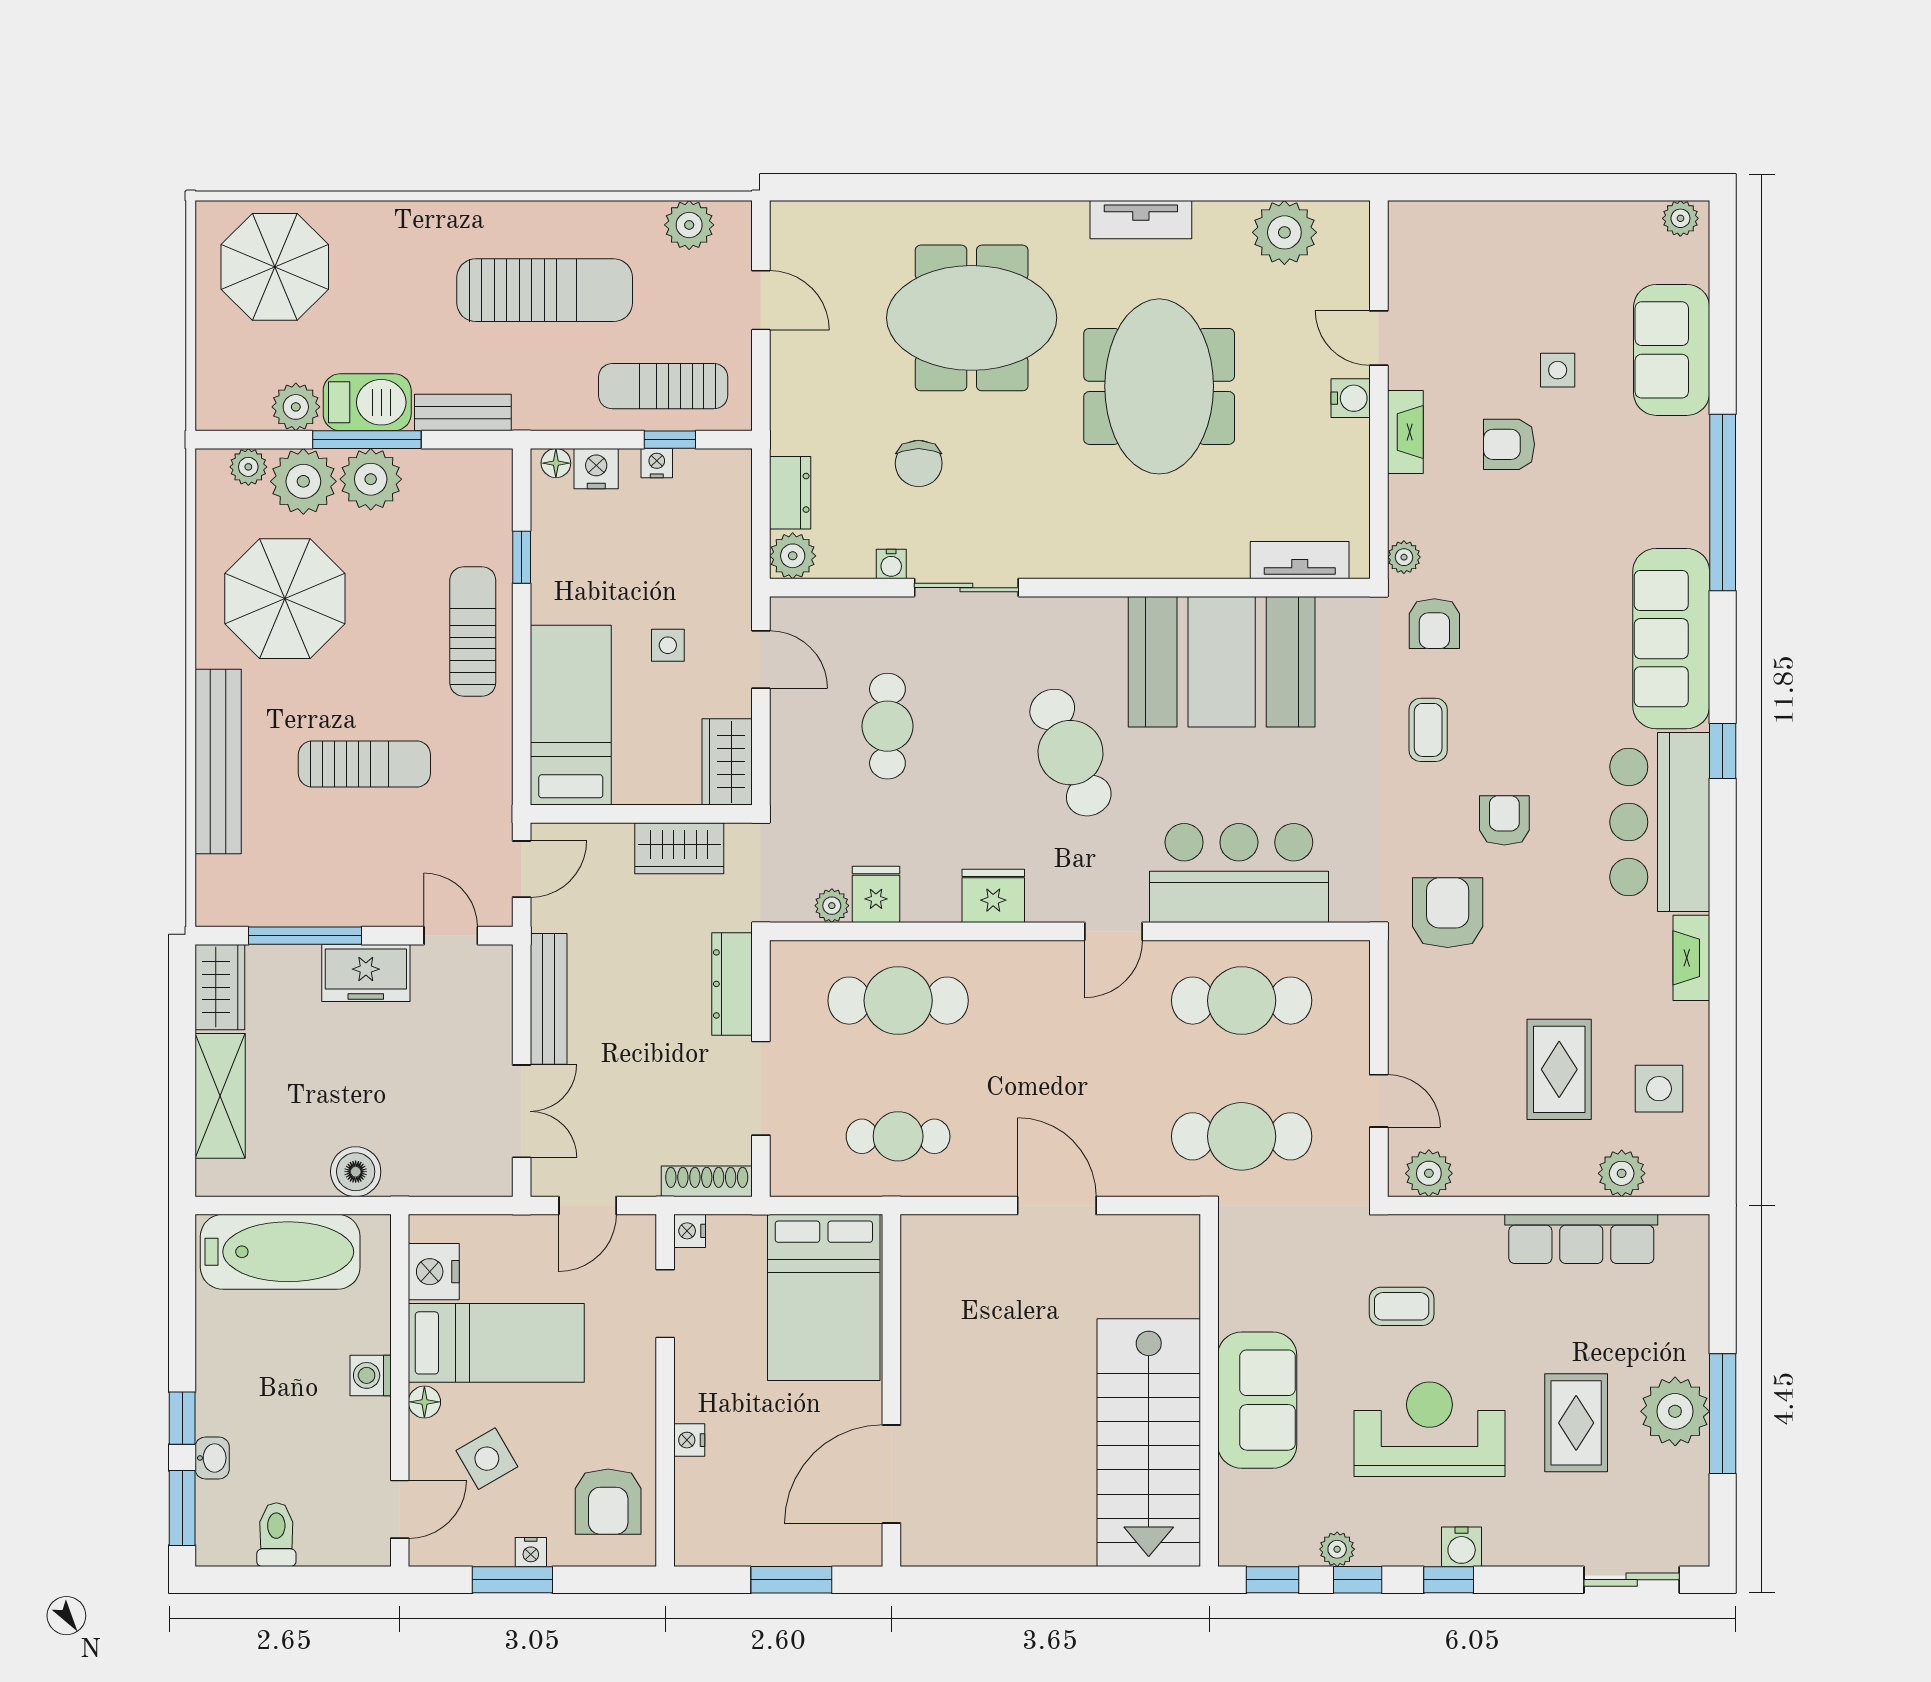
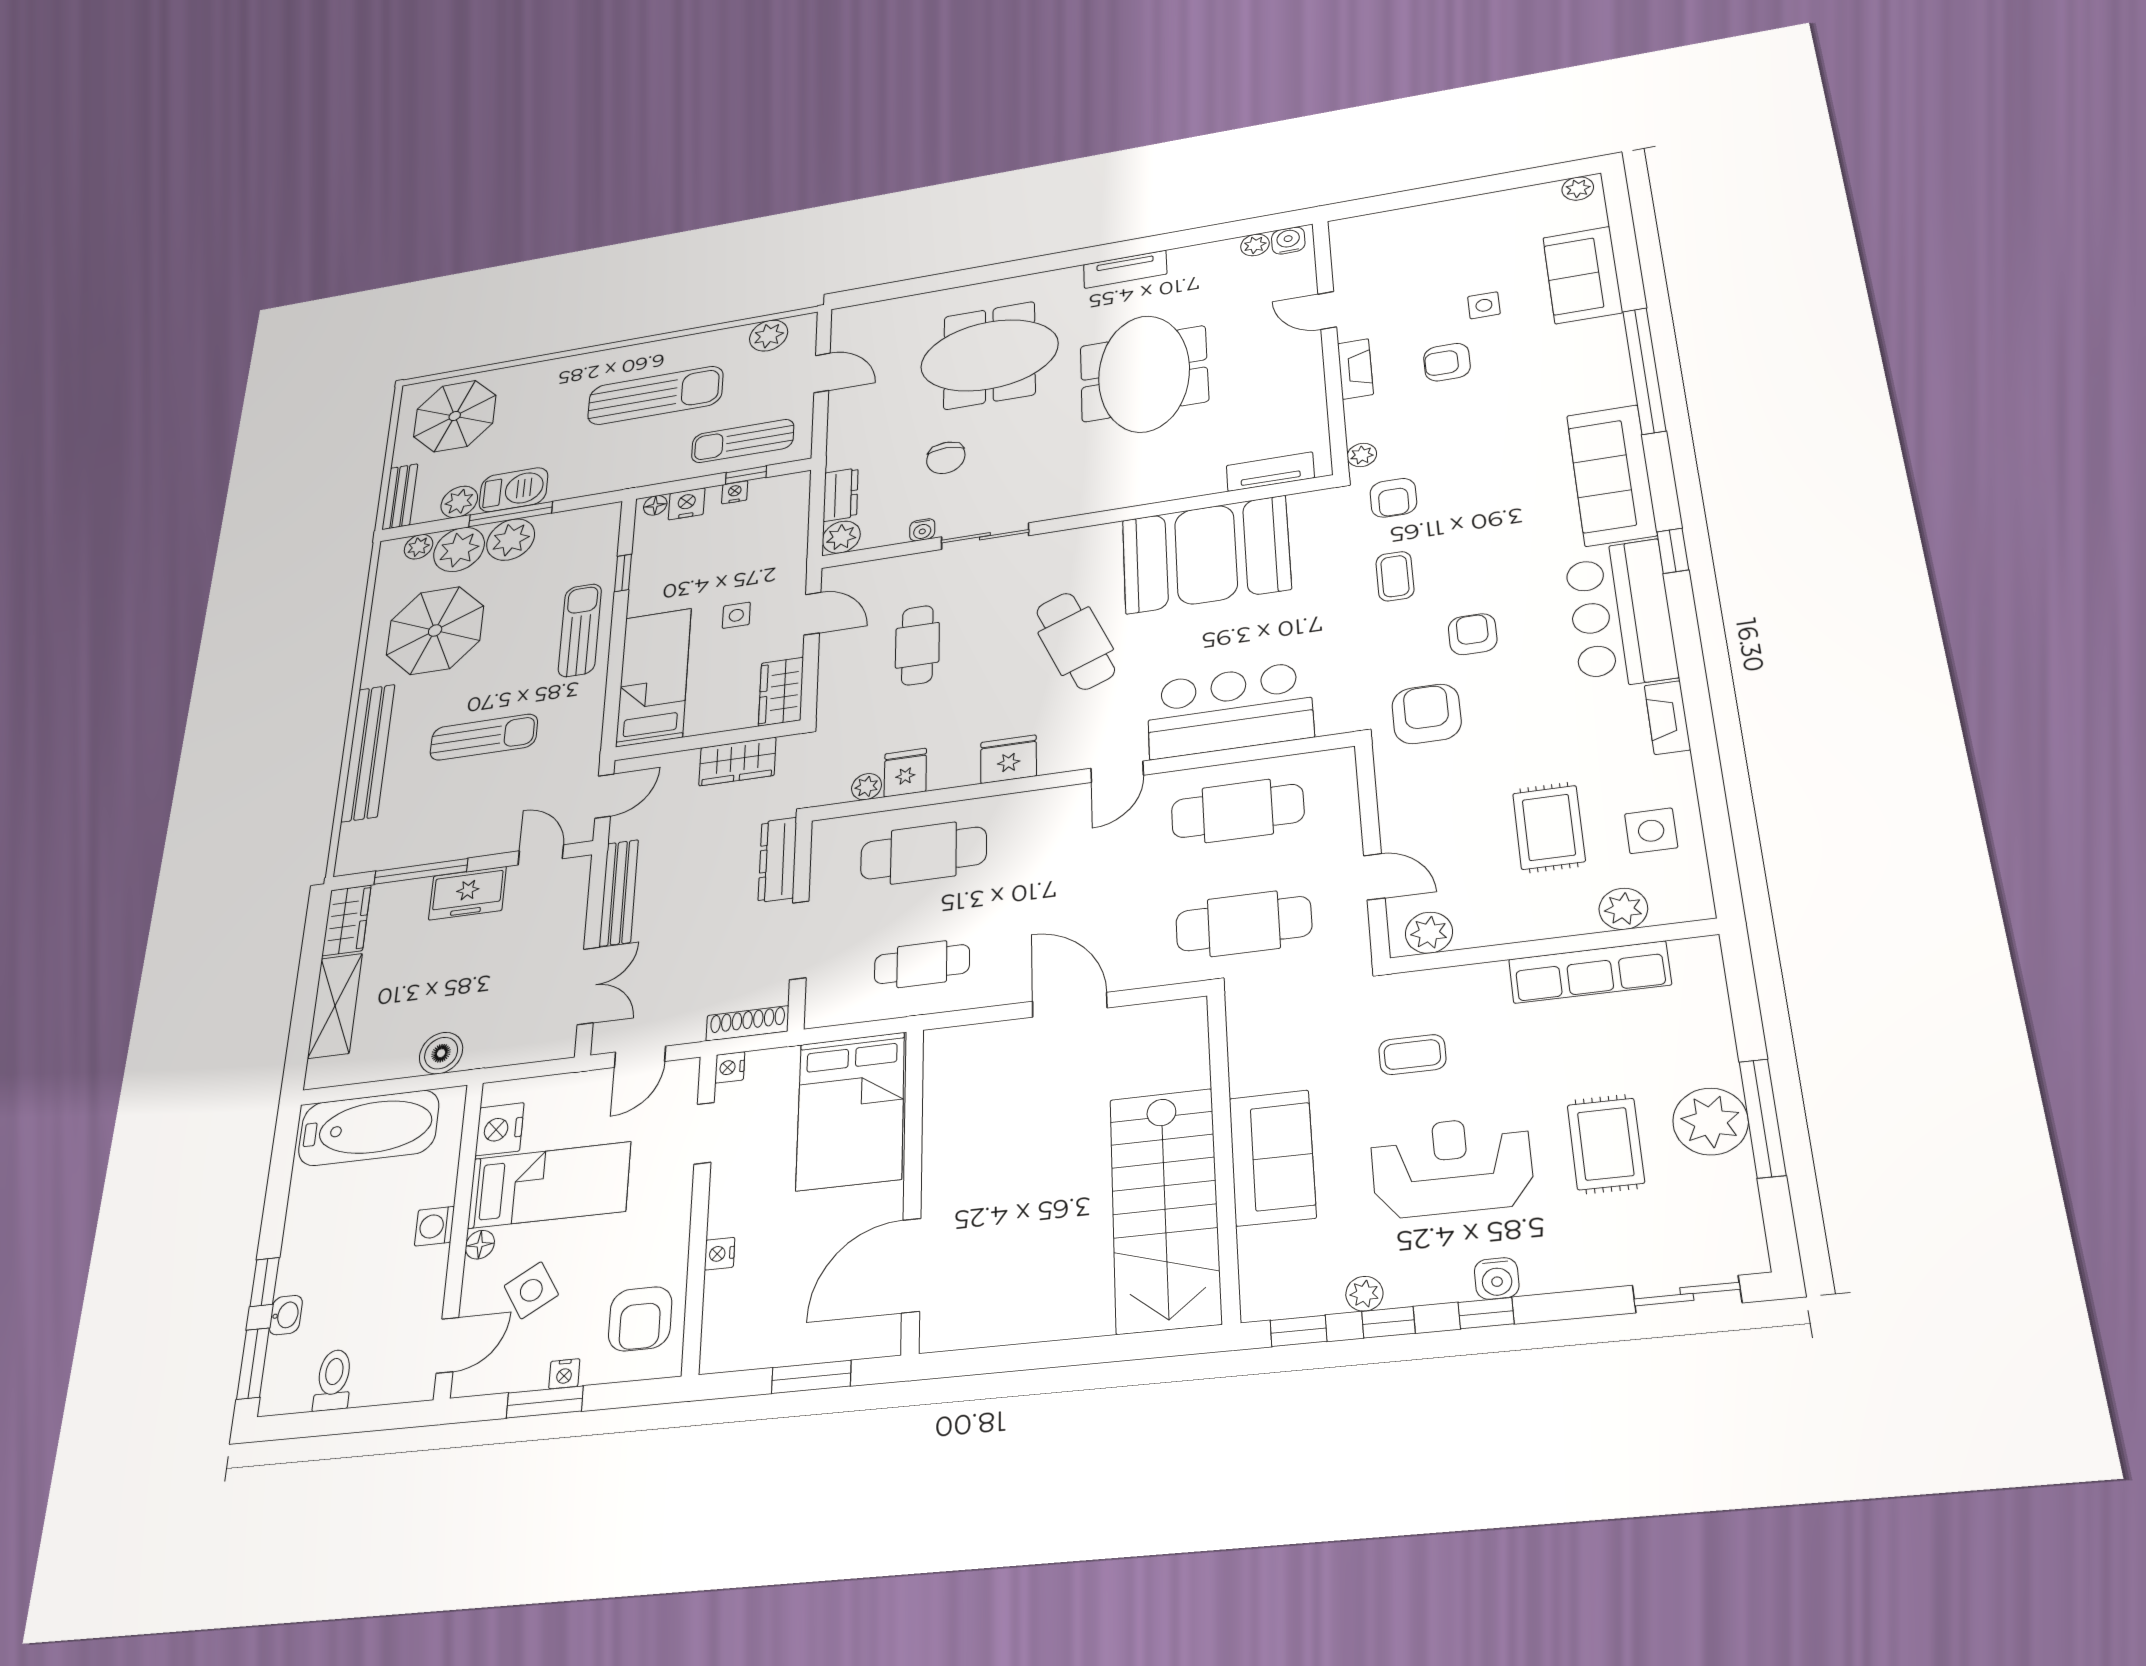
plant: (1284, 232) -> (1255, 245), width x0.53, depth x0.53
water cooler: (1351, 398) -> (1288, 241), moved, turned -90
bench: (463, 412) -> (400, 497), moved, turned 90

